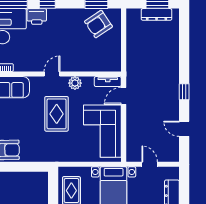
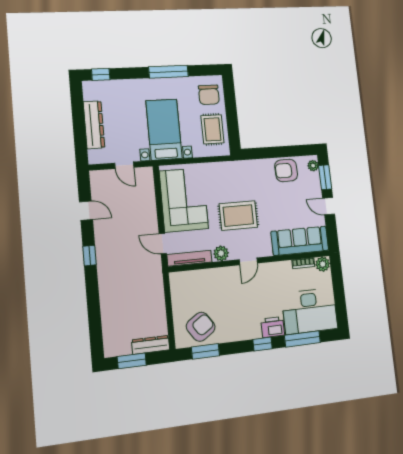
dresser: (157, 14) -> (151, 345), moved
tv unit: (108, 82) -> (189, 258), width x1.41
door: (124, 96) -> (163, 244), swing flipped
rug: (57, 114) -> (238, 216), turned 90

